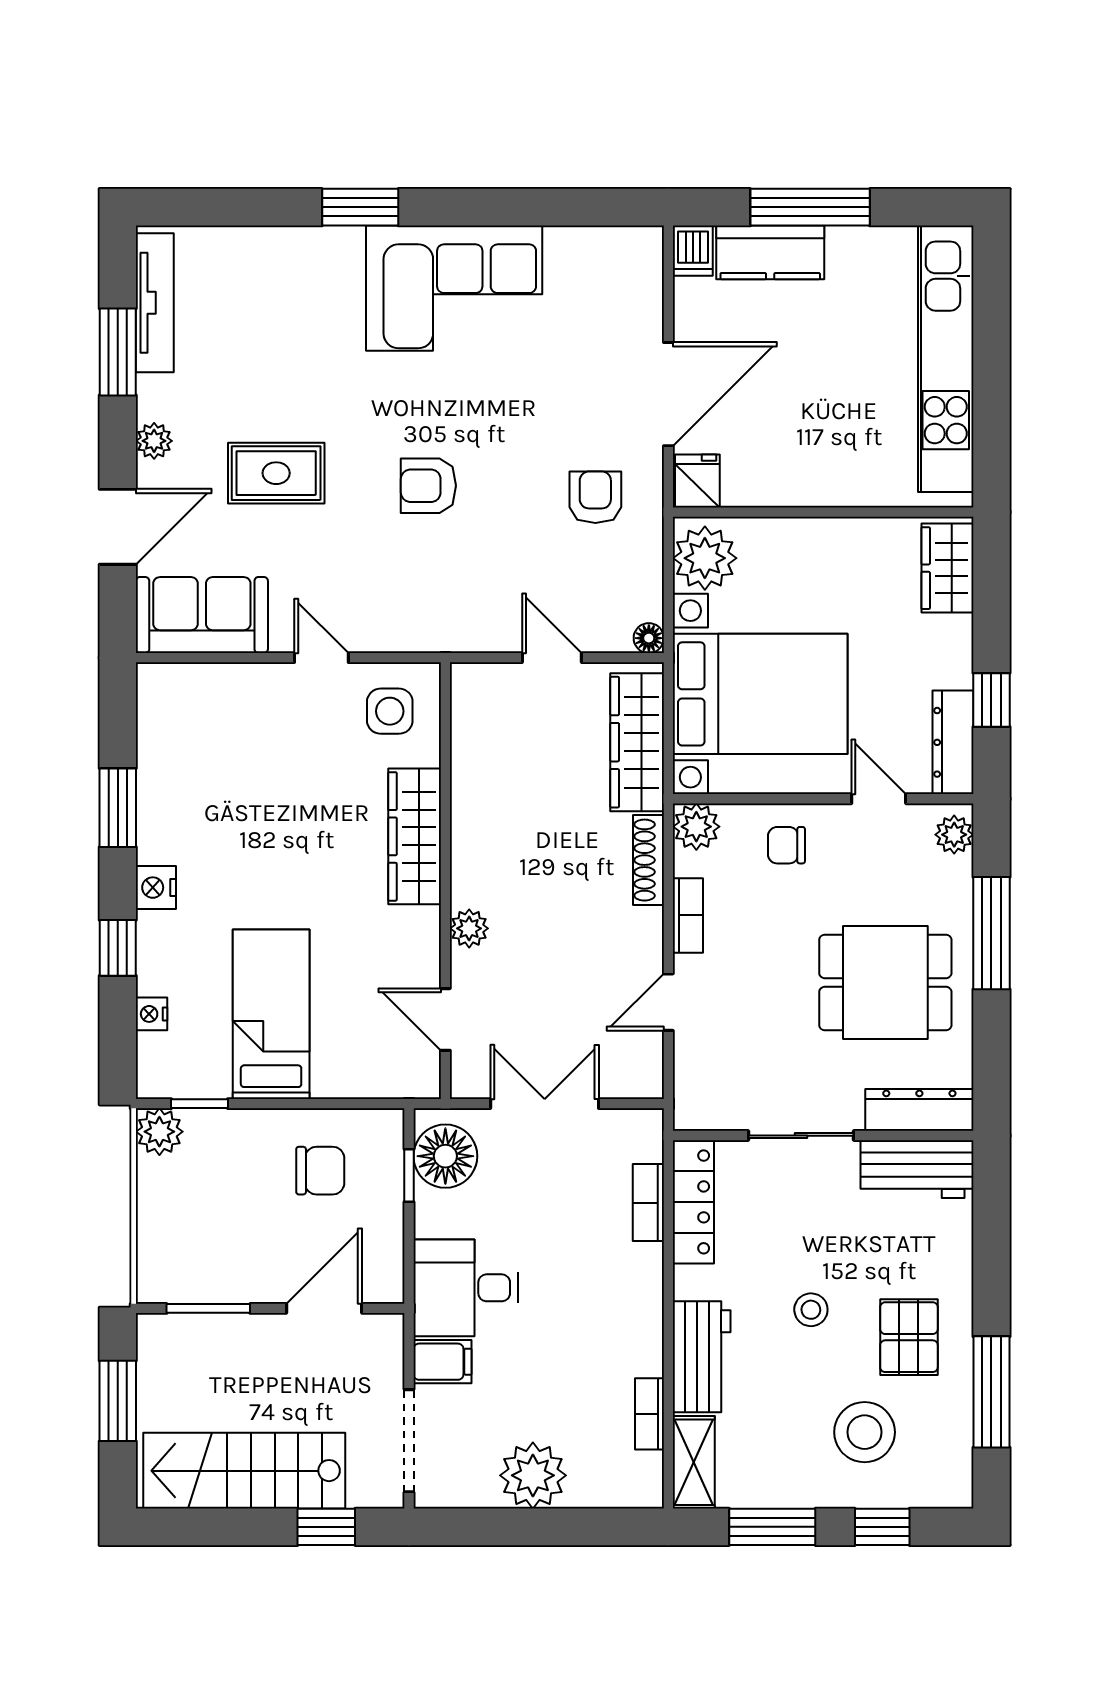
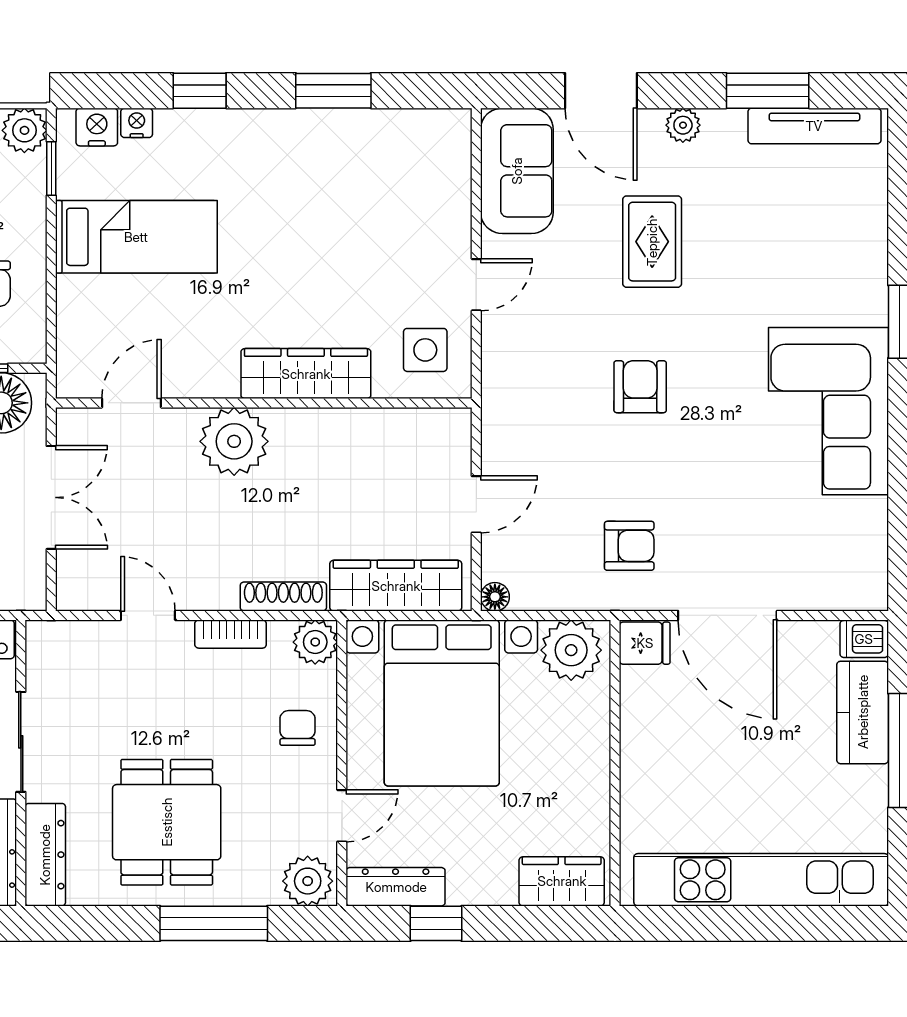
plant: (954, 835) -> (308, 881), width x1.38, depth x1.38
nightstand: (156, 888) -> (97, 127), moved
plant: (469, 928) -> (234, 441), width x1.88, depth x1.88

